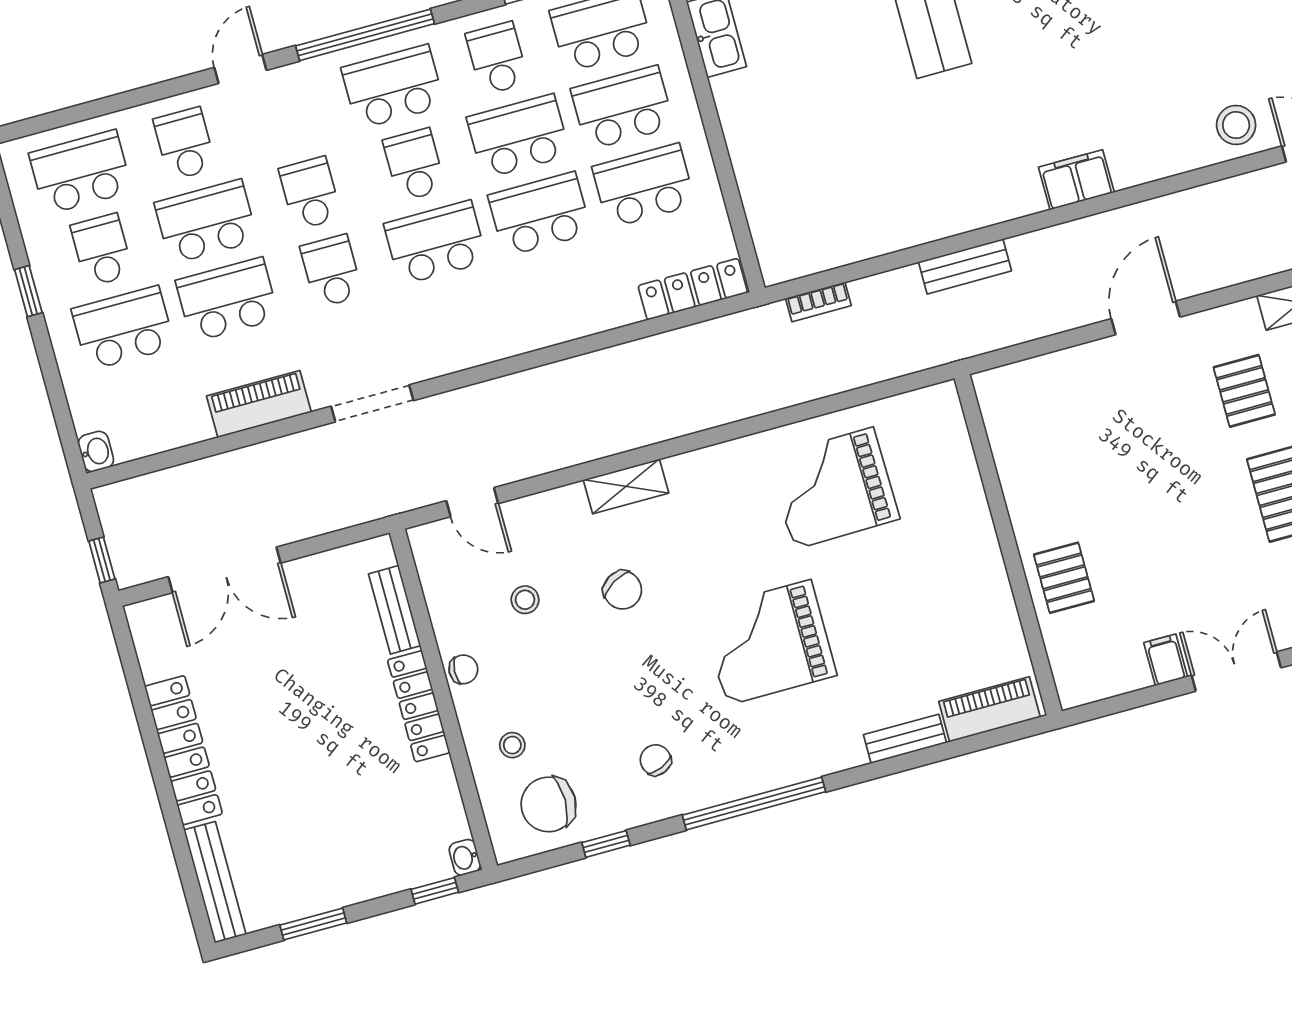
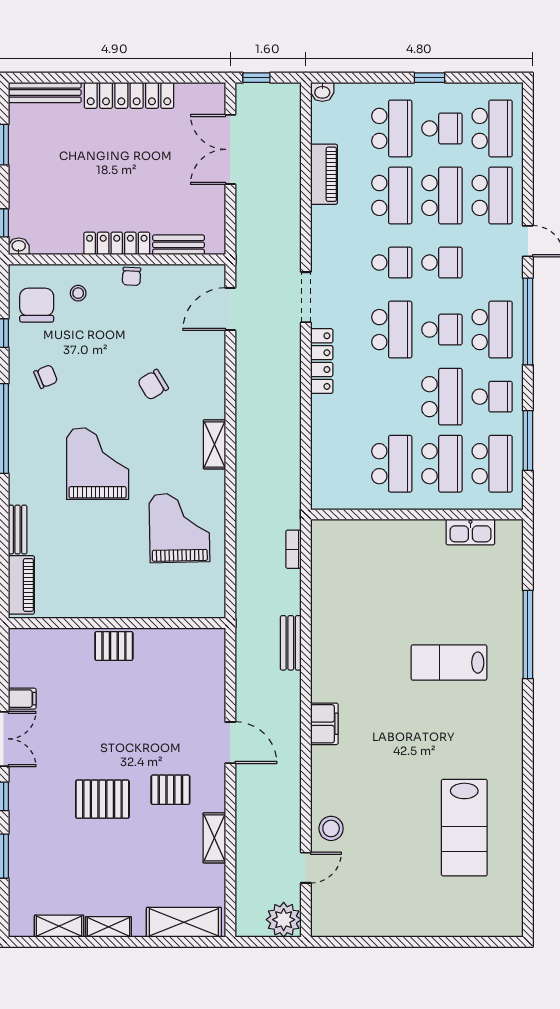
school desk: (185, 144) -> (492, 195), width x1.85
school desk: (540, 214) -> (392, 397), removed
locker: (693, 289) -> (322, 361), moved
doorway: (372, 403) -> (306, 297), moved
piano: (259, 404) -> (324, 174), moved
shelving: (626, 486) -> (215, 444), moved
door: (472, 502) -> (230, 309), width x1.38
pallet: (1064, 578) -> (114, 646), moved
stool: (525, 600) -> (163, 325), removed

